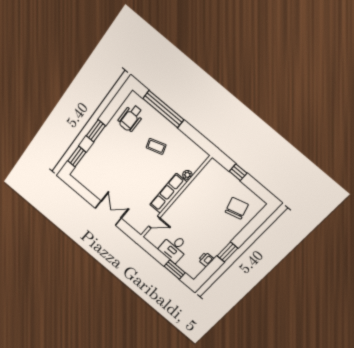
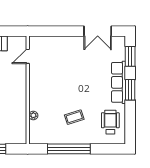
window: (163, 109) -> (69, 149), moved
row of seats: (168, 193) -> (119, 82), moved, turned 180
double door: (108, 213) -> (98, 31), moved

